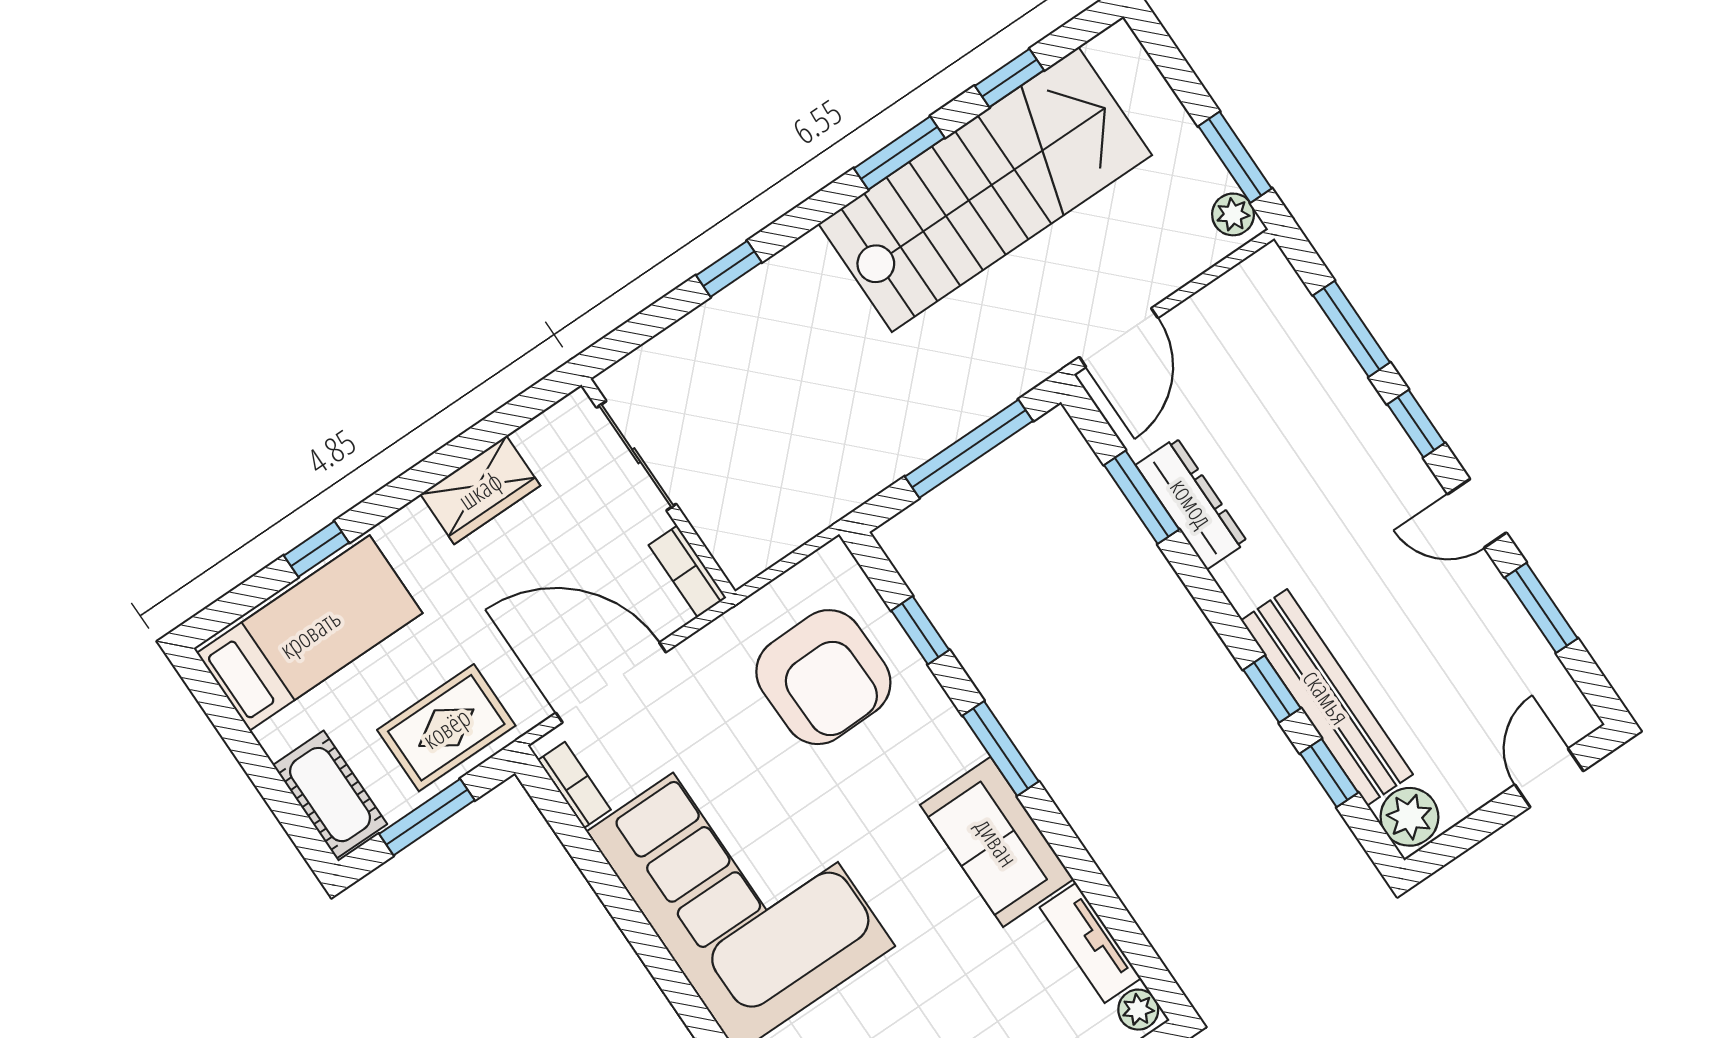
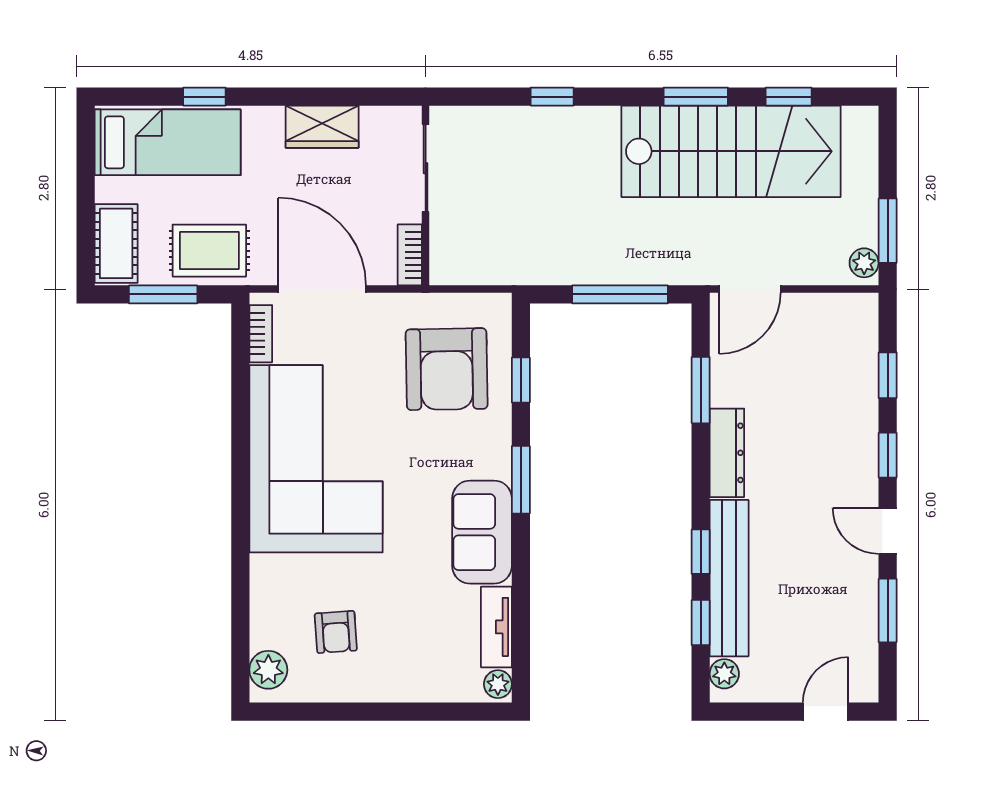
window: (1352, 329) -> (888, 375), width x0.67
dresser: (1192, 503) -> (727, 453), moved
plant: (1409, 817) -> (724, 674), width x0.73, depth x0.73

